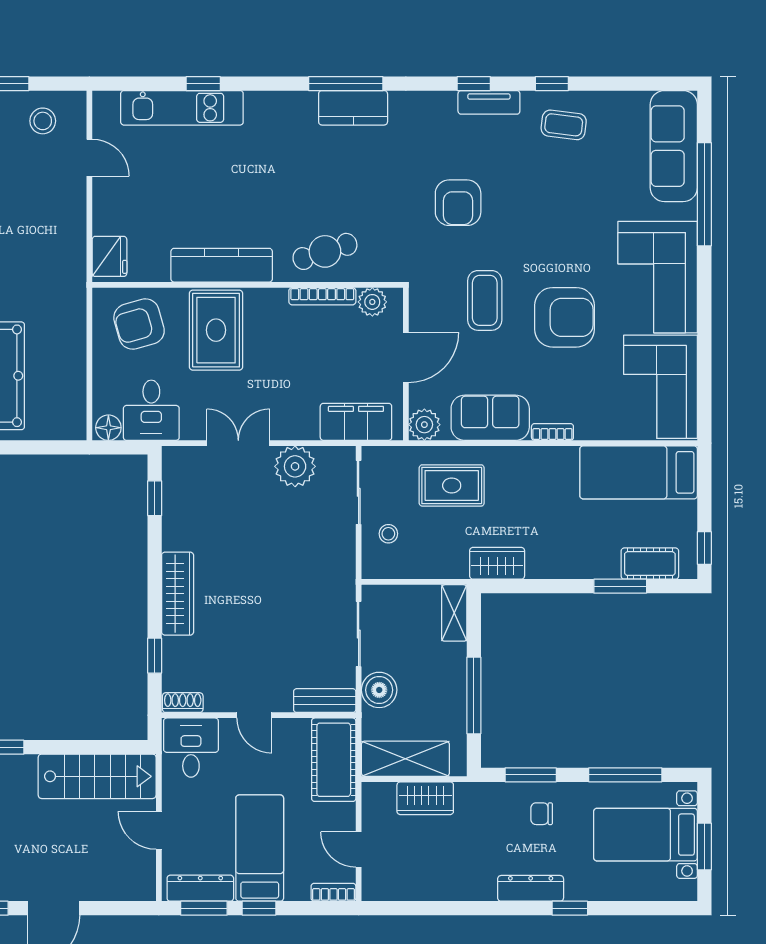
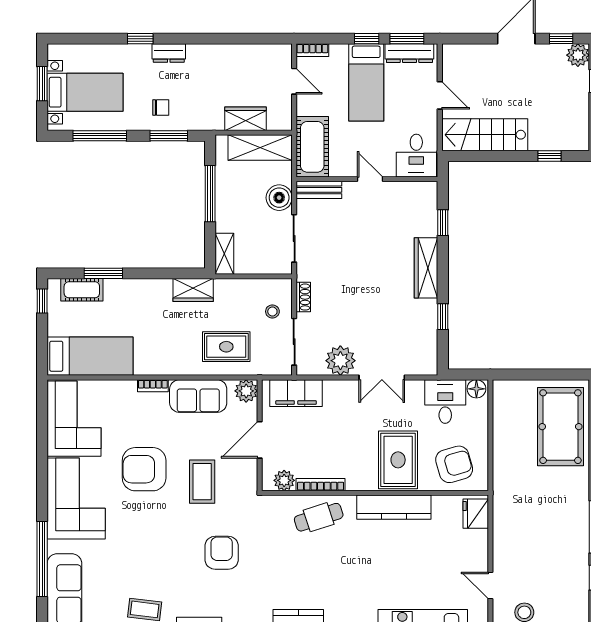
window: (155, 498) -> (443, 317), moved
shoe rack: (183, 703) -> (303, 297), moved, turned -90
dresser: (531, 888) -> (169, 53), width x0.70

